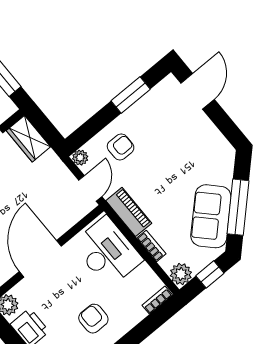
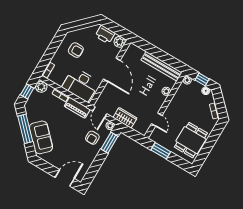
door: (198, 91) -> (65, 178), swing flipped
window: (131, 95) -> (109, 143), moved
wardrobe: (28, 139) -> (125, 118), moved
sofa: (211, 216) -> (41, 137), moved

